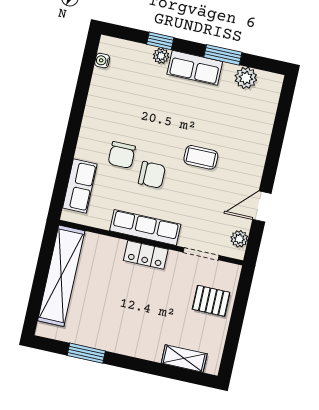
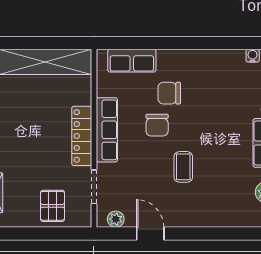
locker: (146, 255) -> (82, 136), width x1.53

